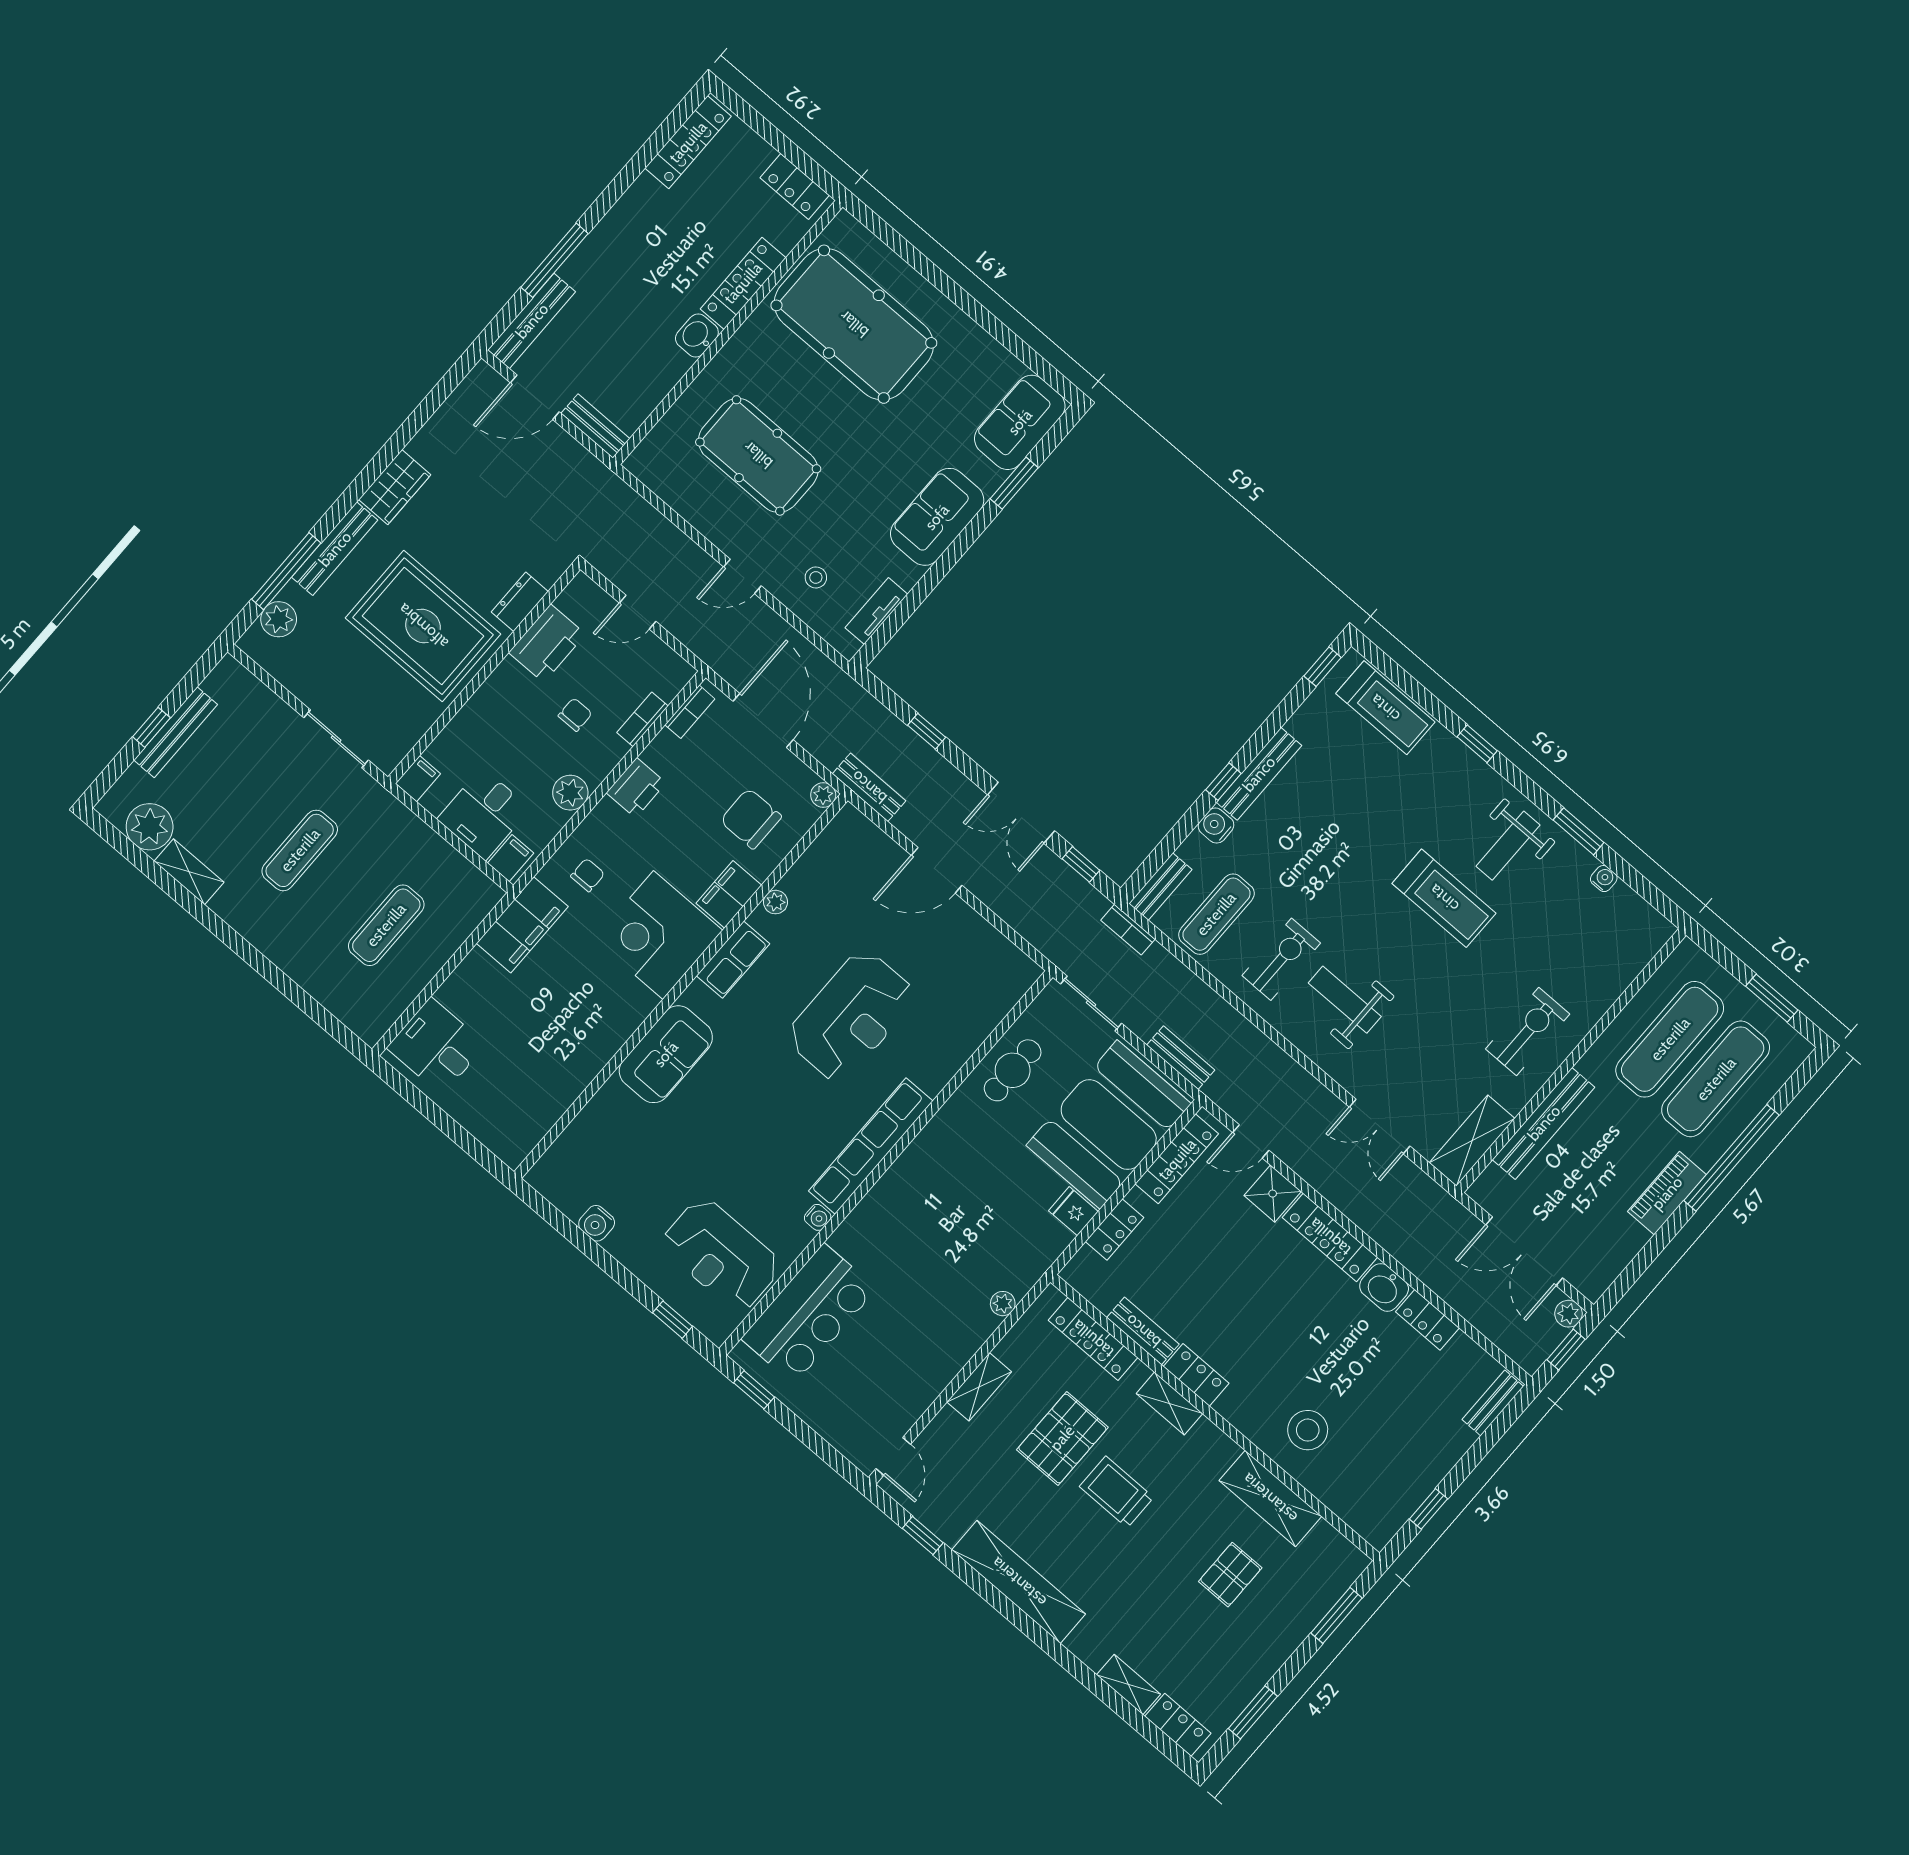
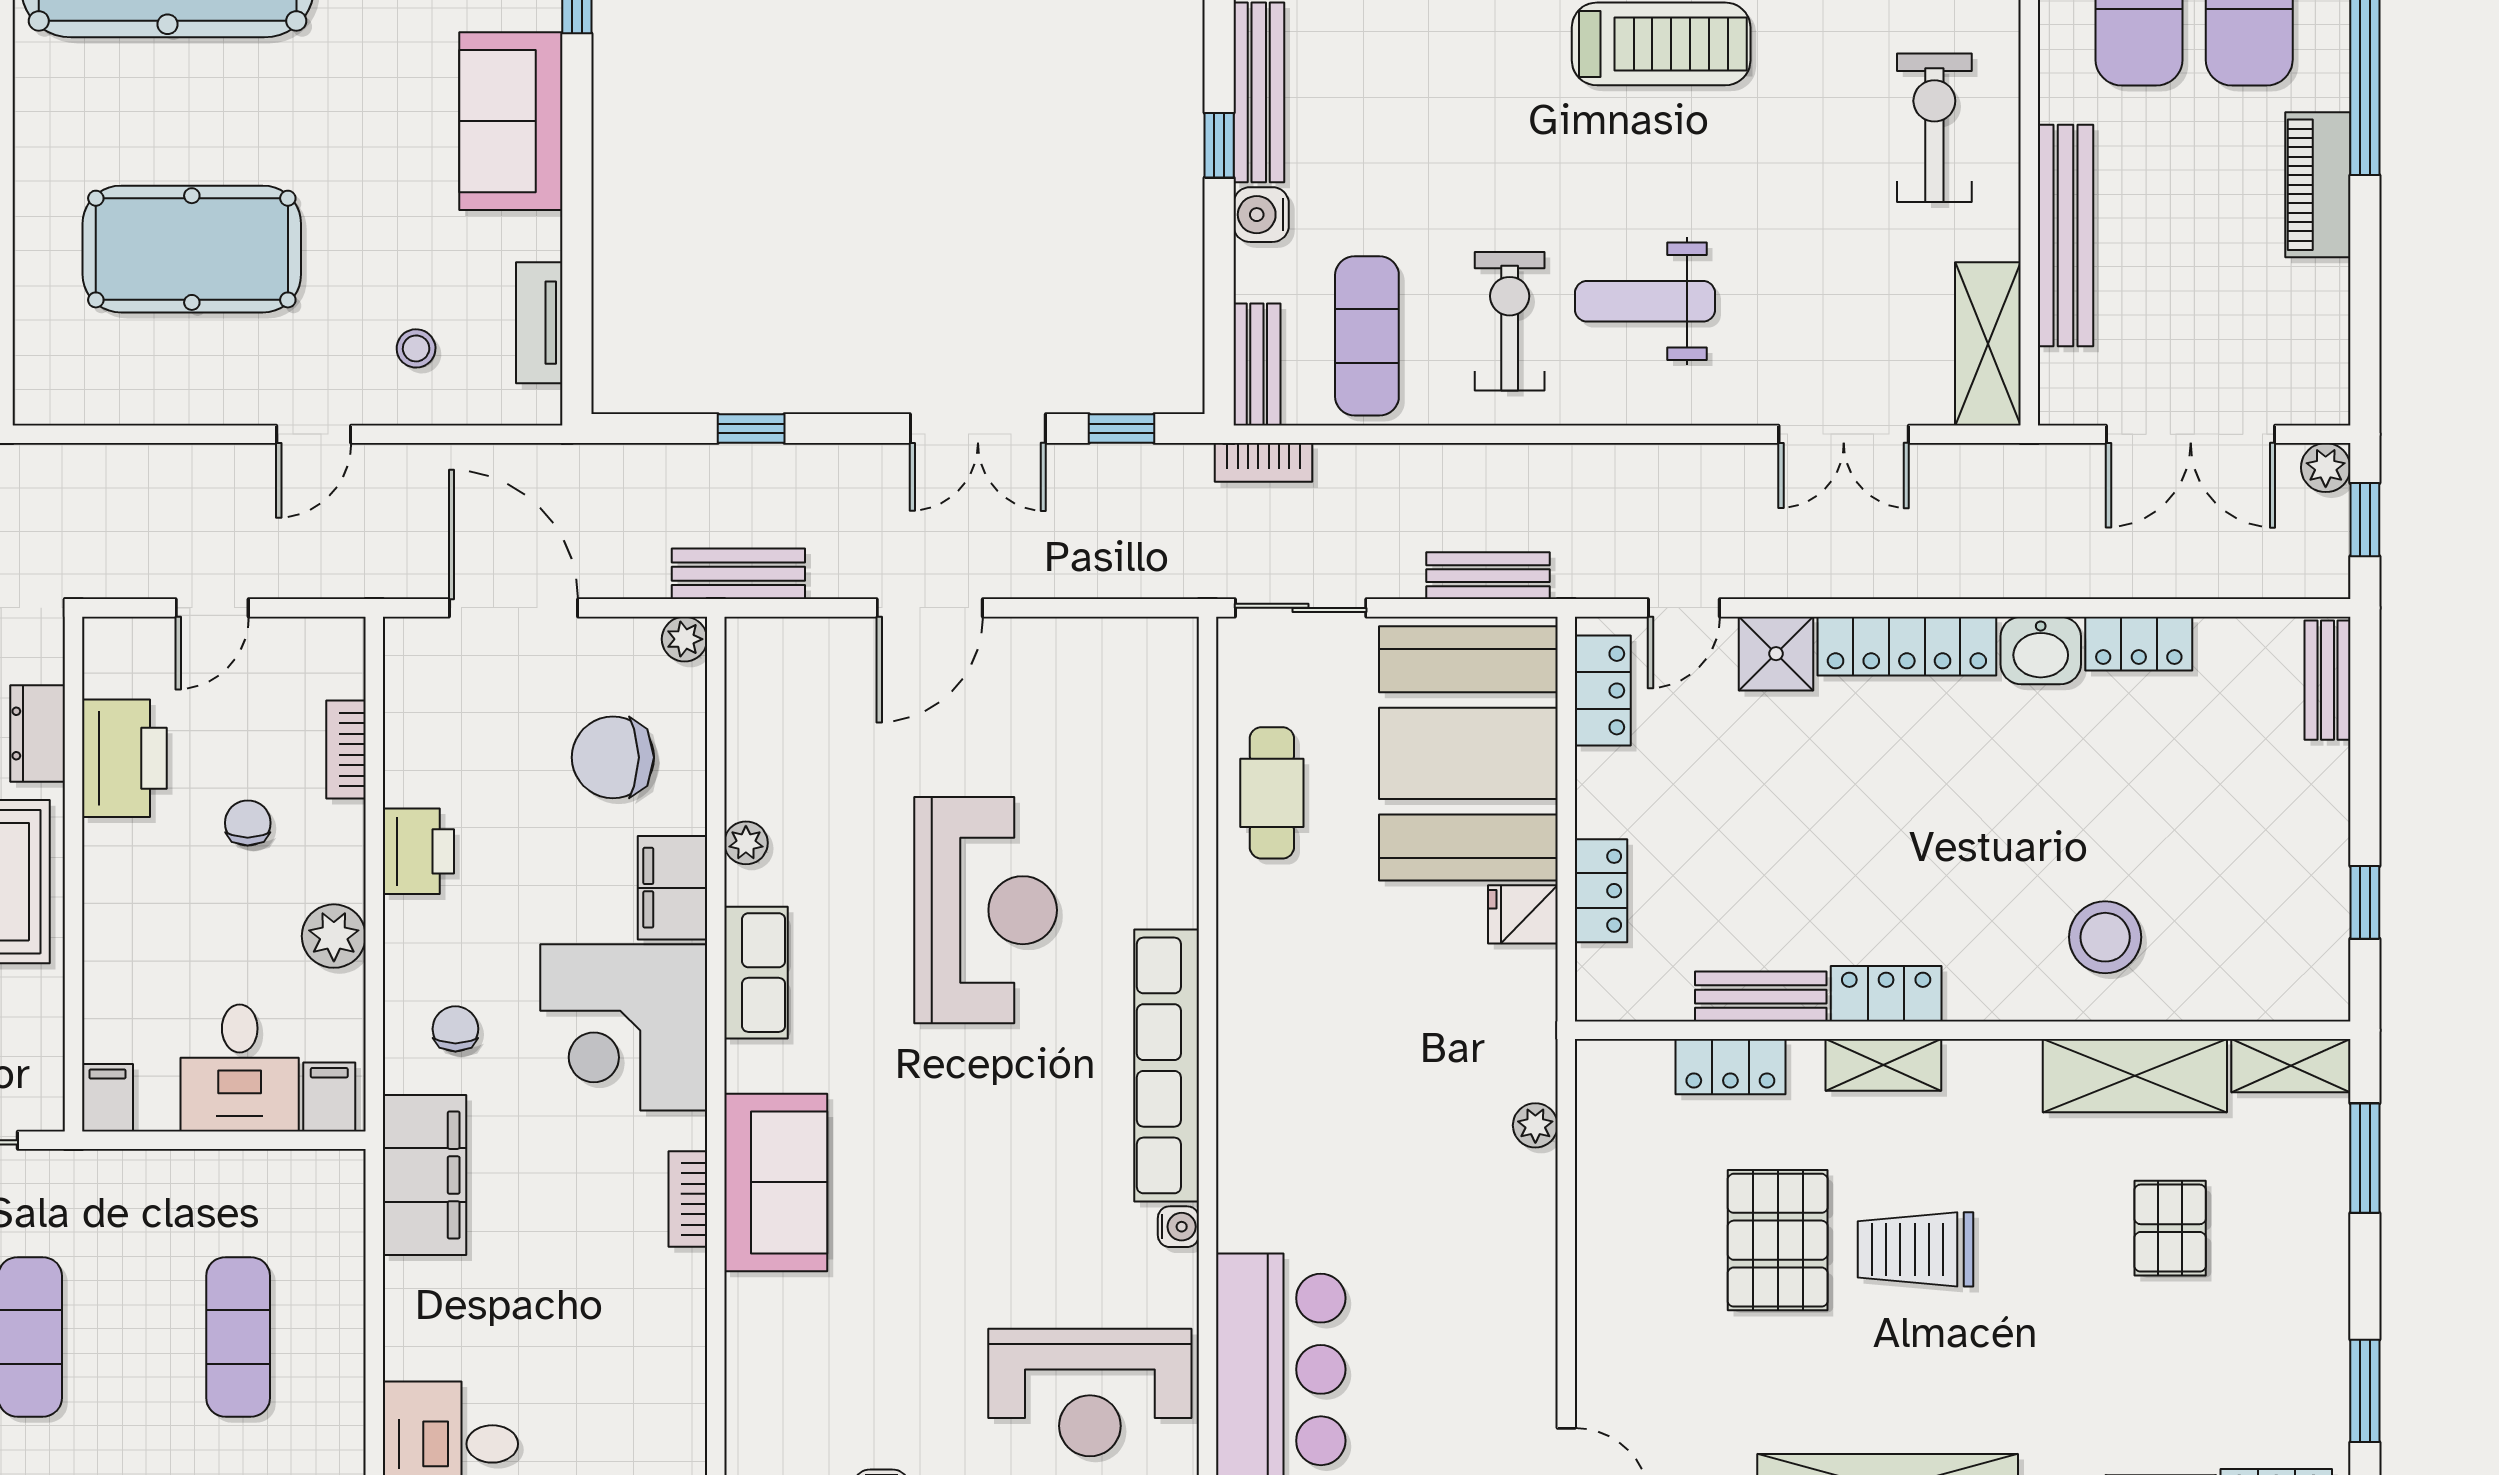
bookcase: (690, 712) -> (688, 1199), moved, turned 180
locker: (1177, 1159) -> (1603, 691), width x0.66
locker: (1093, 1339) -> (1730, 1067), width x0.66
shelving: (979, 1387) -> (2291, 1066), moved, turned 90

